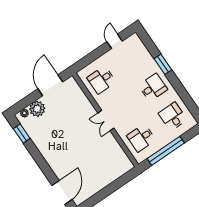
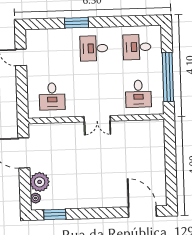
desk: (153, 87) -> (94, 48), turned -90

